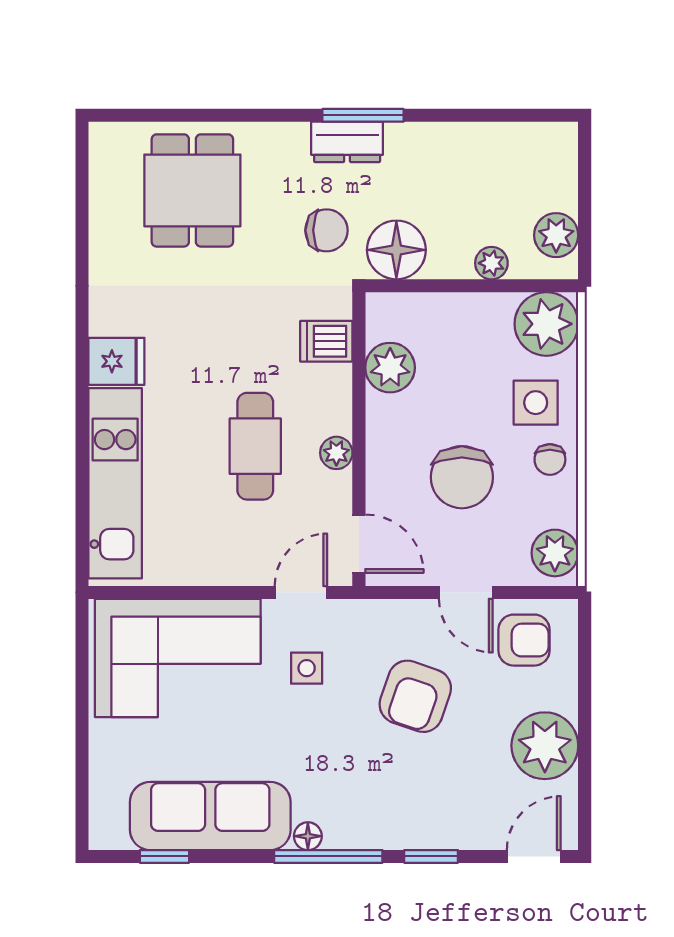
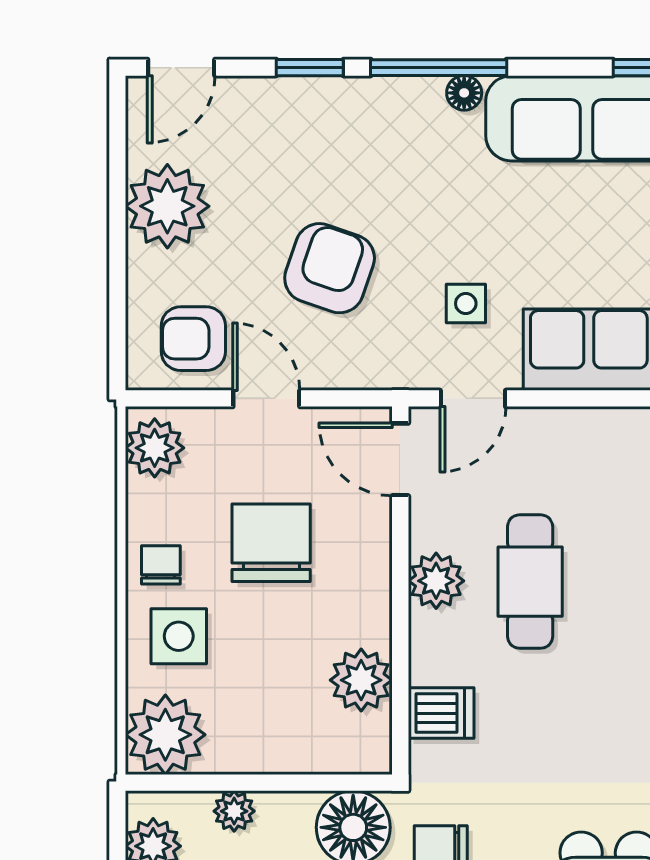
plant: (336, 453) -> (436, 581), width x1.38, depth x1.38

